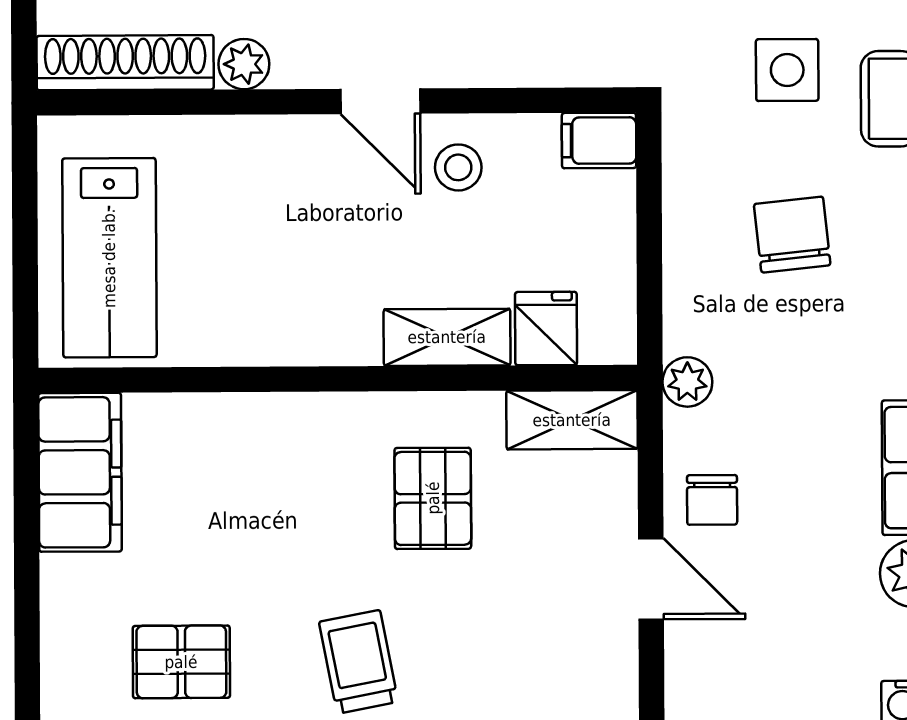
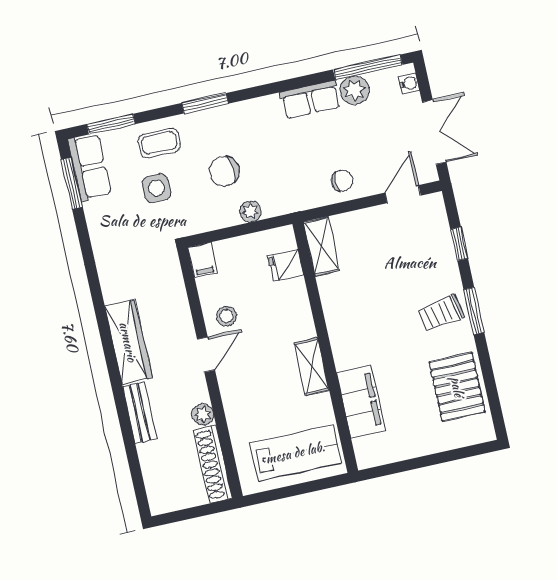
shelving: (447, 337) -> (312, 367), moved
plant: (687, 382) -> (250, 212), moved
filing cabinet: (80, 472) -> (361, 402), moved, turned 90
pallet: (433, 498) -> (366, 297), removed
door: (651, 579) -> (403, 194), moved
pallet: (181, 662) -> (457, 387), width x1.50, depth x1.42

